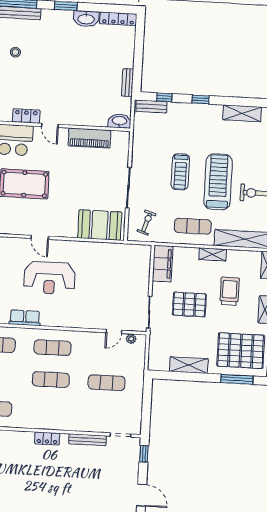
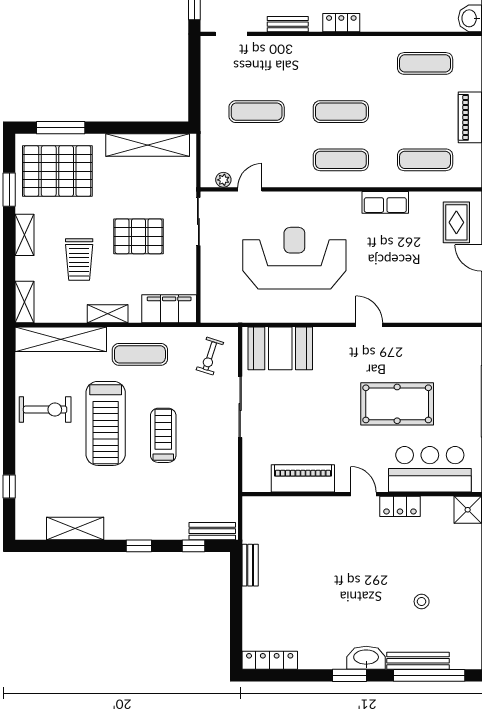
washbasin: (86, 19) -> (366, 658), moved
washbasin: (119, 121) -> (259, 506), removed
filing cabinet: (163, 264) -> (169, 309), moved, turned 90
reception desk: (49, 278) -> (294, 258), moved, width x1.36, depth x1.30
shelving: (189, 365) -> (148, 145), width x1.47
bench: (88, 440) -> (288, 24), width x0.73

